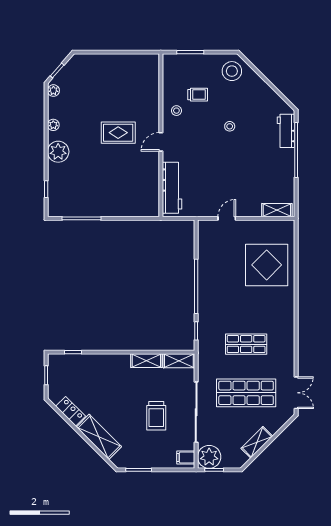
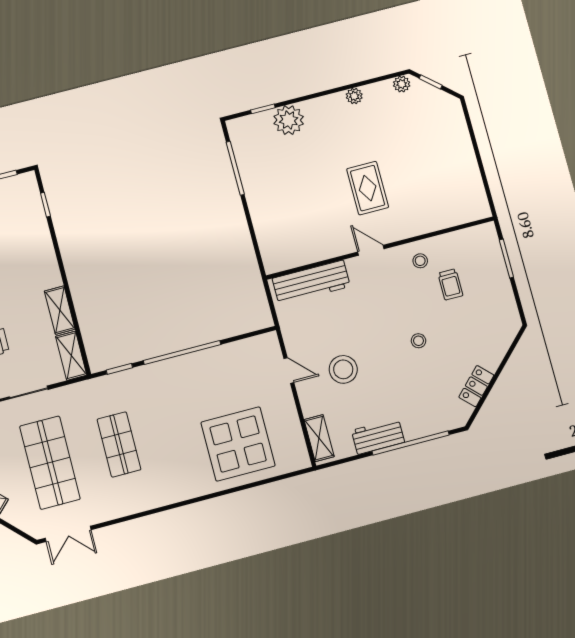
stool: (232, 71) -> (343, 369), moved
locker: (270, 96) -> (476, 386), added
workbench: (286, 131) -> (378, 436), moved
plant: (58, 152) -> (289, 120), moved

